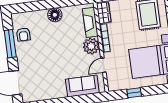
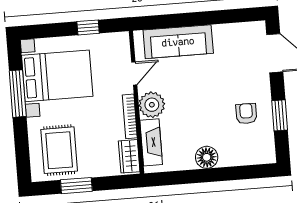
armchair: (23, 34) -> (246, 114), moved
window: (10, 44) -> (280, 115), width x0.69
sofa: (82, 86) -> (178, 42), width x1.36

